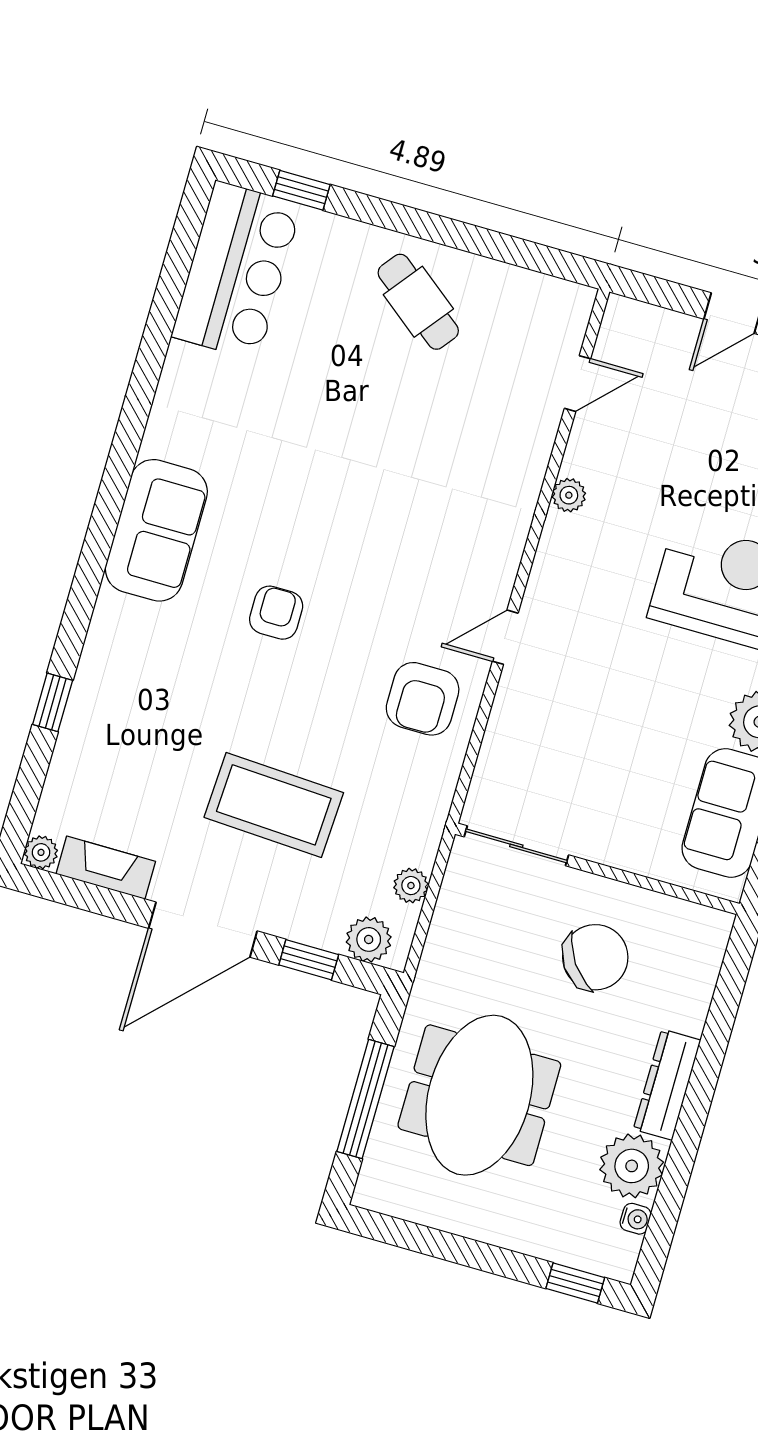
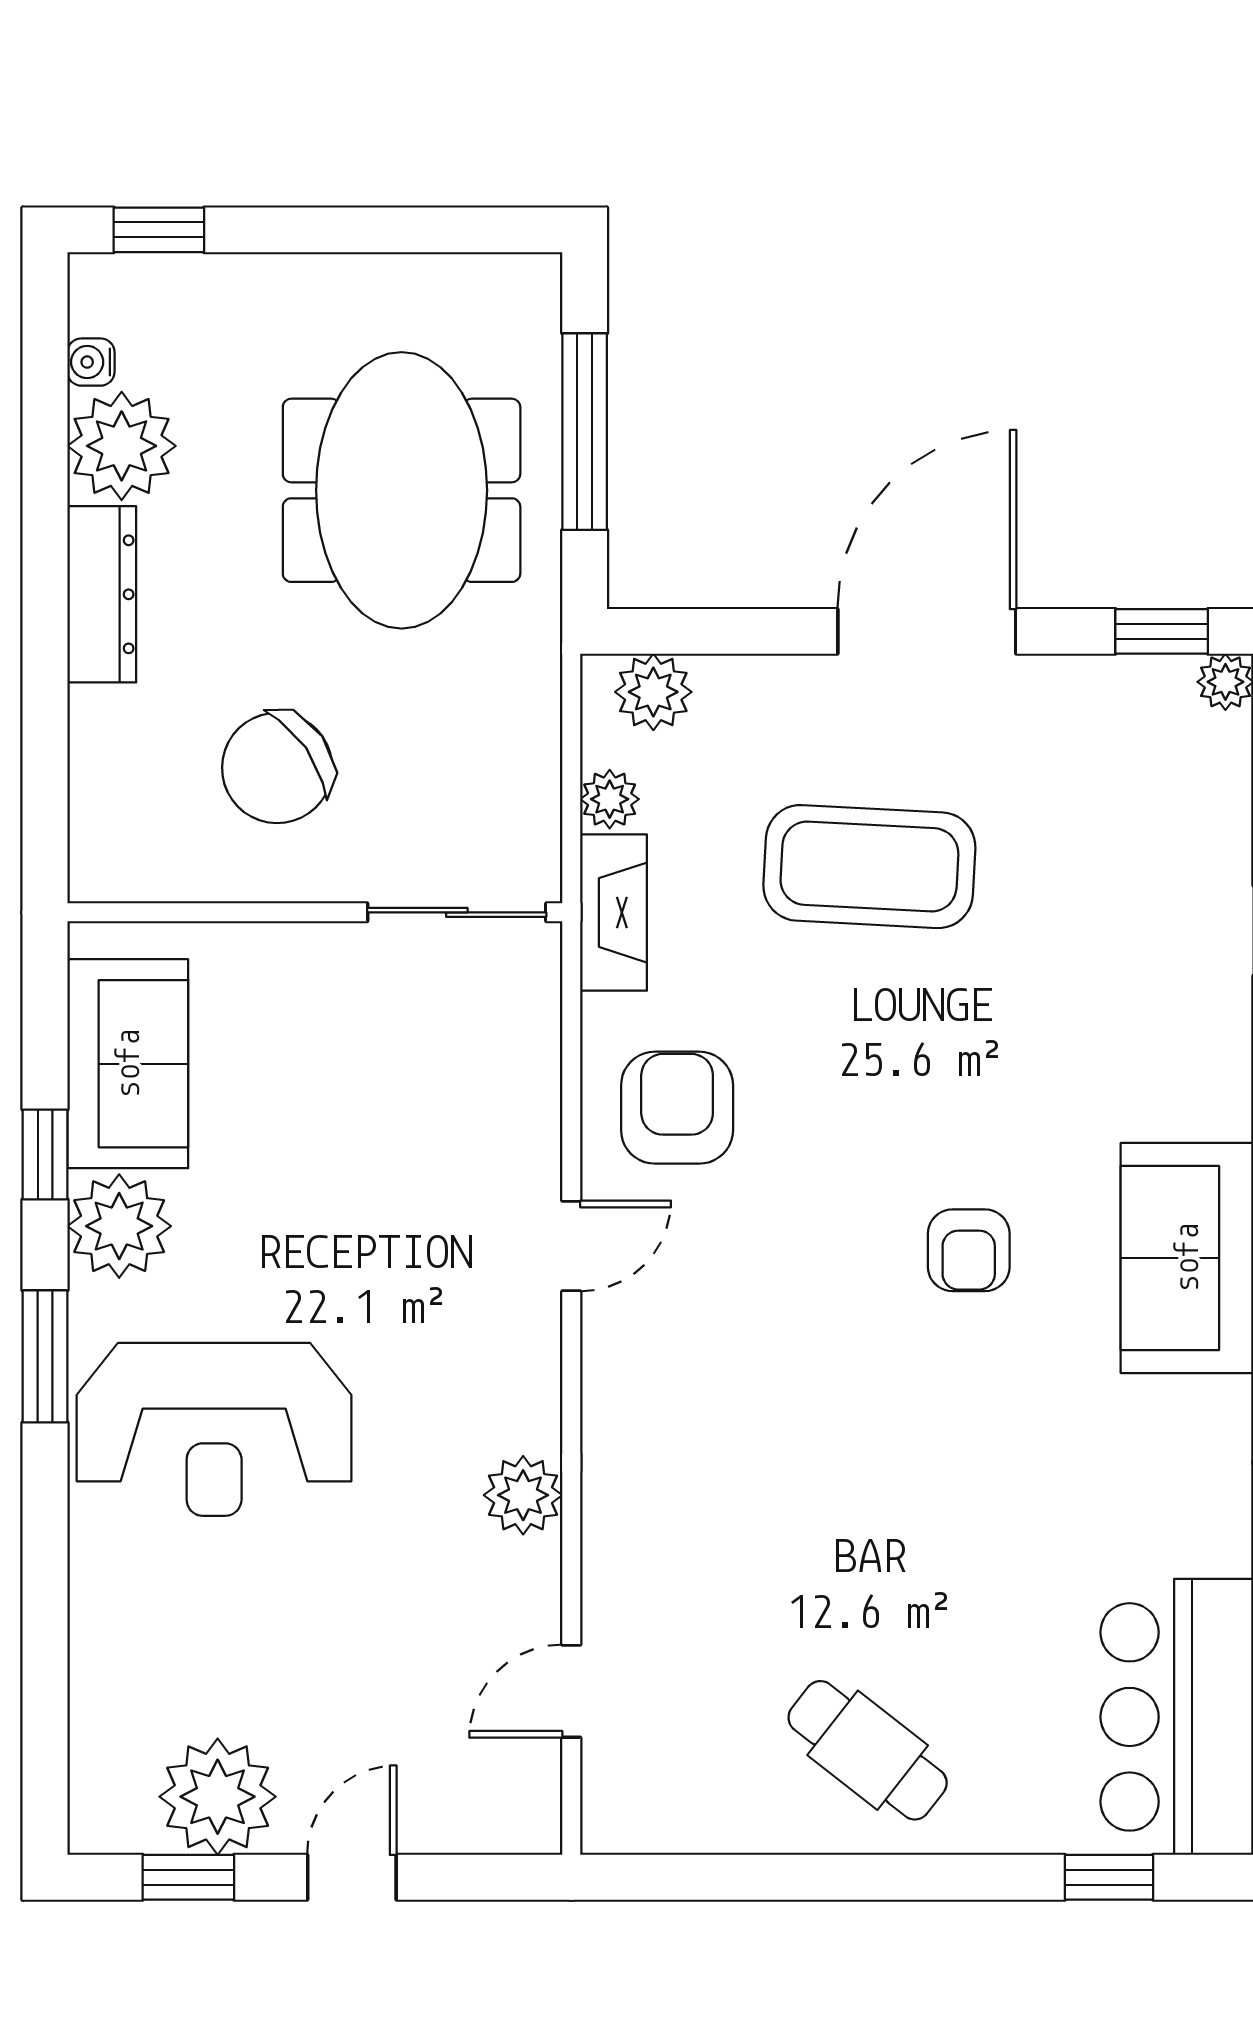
plant: (569, 495) -> (523, 1495), width x1.38, depth x1.38
armchair: (276, 613) -> (969, 1250), moved
fireplace: (106, 868) -> (614, 913), moved, turned -90
window: (309, 960) -> (1162, 631), moved

